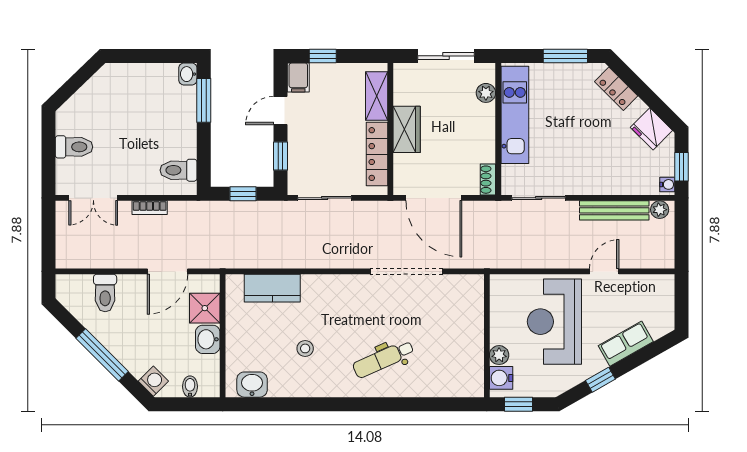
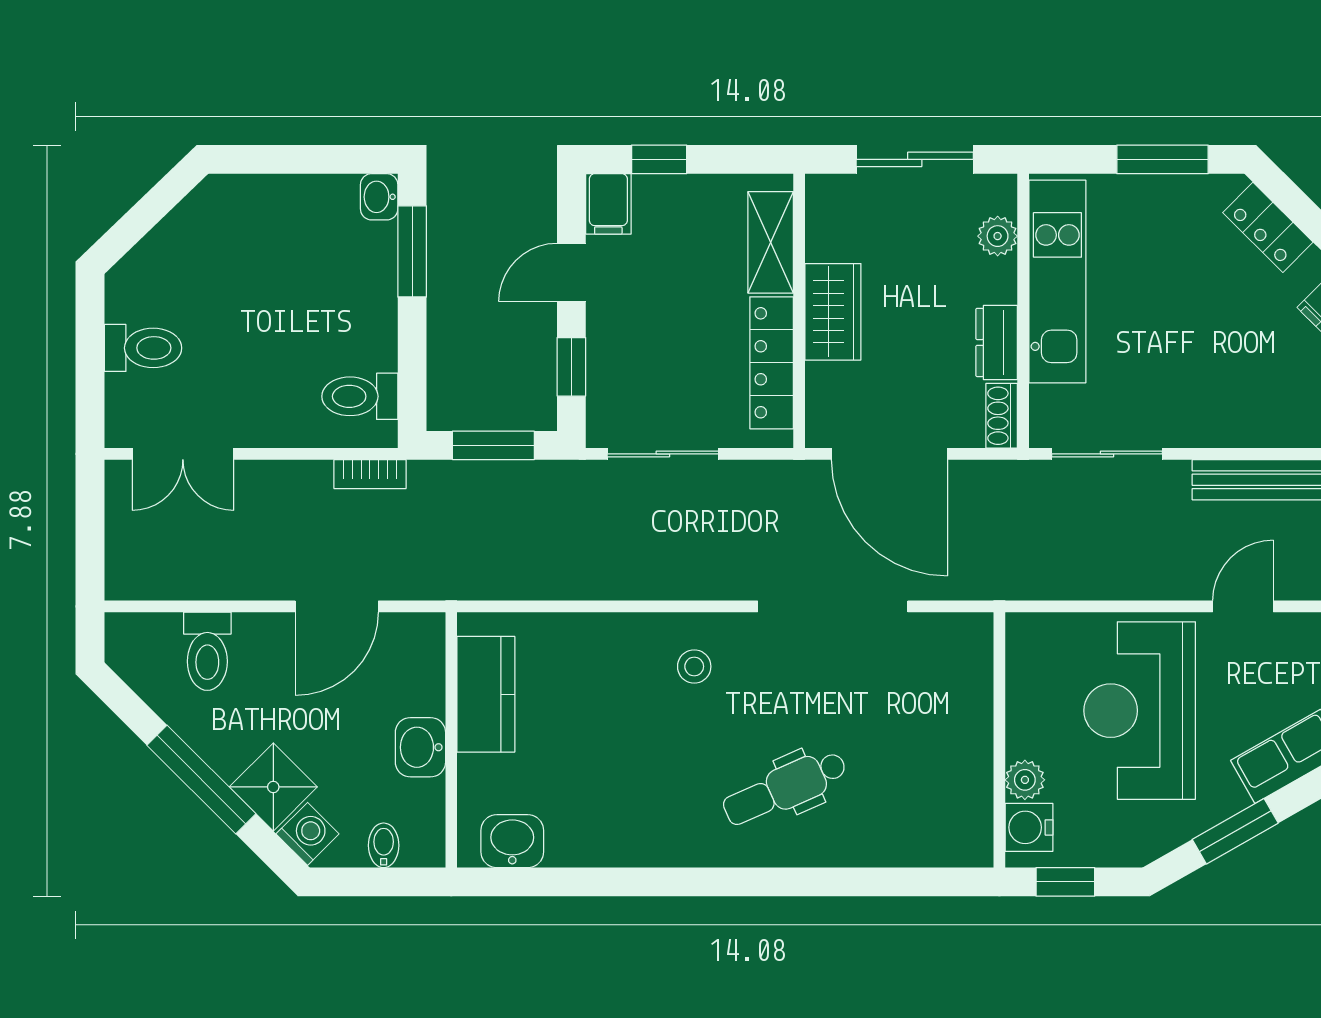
dresser: (485, 144) -> (997, 342), added
window: (243, 194) -> (493, 445), width x1.50
bookcase: (150, 208) -> (370, 474), moved
kitchen counter: (272, 288) -> (486, 694), moved, turned -90
shower: (205, 308) -> (273, 787), moved, turned 45
stool: (305, 348) -> (694, 666), moved
window: (600, 380) -> (1235, 831), width x1.50

